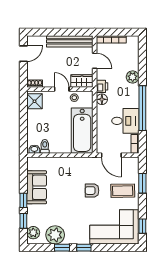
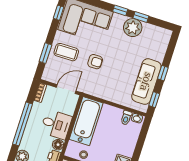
desk: (125, 121) -> (56, 124), moved, turned 180
door: (111, 155) -> (66, 89), hinge flipped
sofa: (37, 187) -> (146, 82), width x1.36
window: (23, 221) -> (154, 100), moved
plant: (33, 233) -> (163, 40), removed
plant: (55, 235) -> (133, 28), moved

